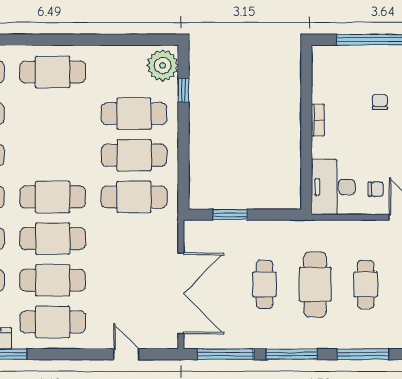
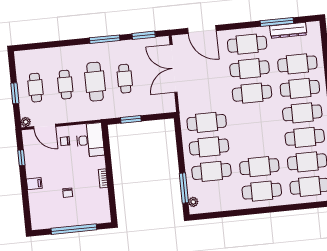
plant: (163, 65) -> (193, 202), width x0.53, depth x0.53
window: (183, 90) -> (184, 188), width x2.17
cafe table: (53, 197) -> (259, 167), moved
window: (230, 215) -> (131, 119), moved
door: (126, 354) -> (202, 30), width x1.87
window: (226, 354) -> (144, 35), width x0.69
window: (363, 354) -> (63, 43), removed

